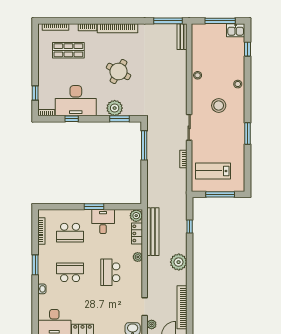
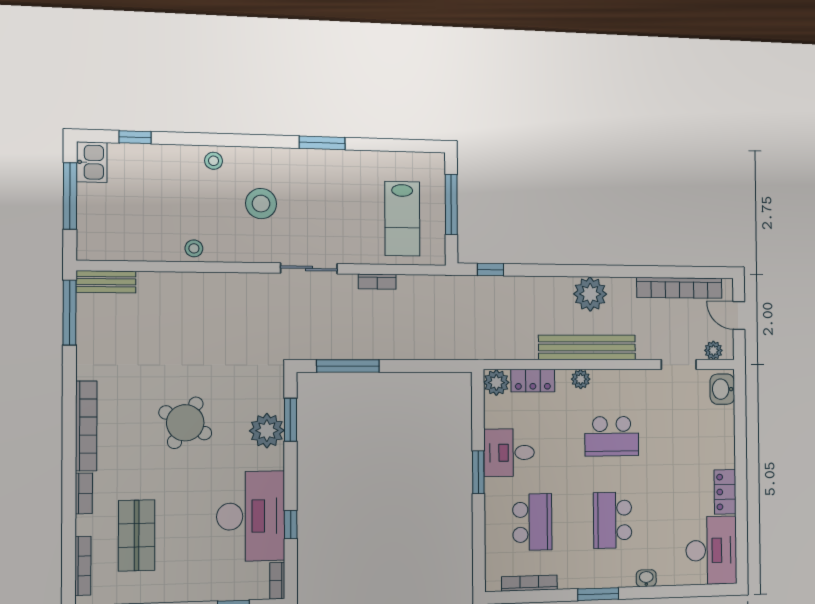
window: (190, 226) -> (490, 270), moved
bench: (153, 232) -> (587, 348), moved

